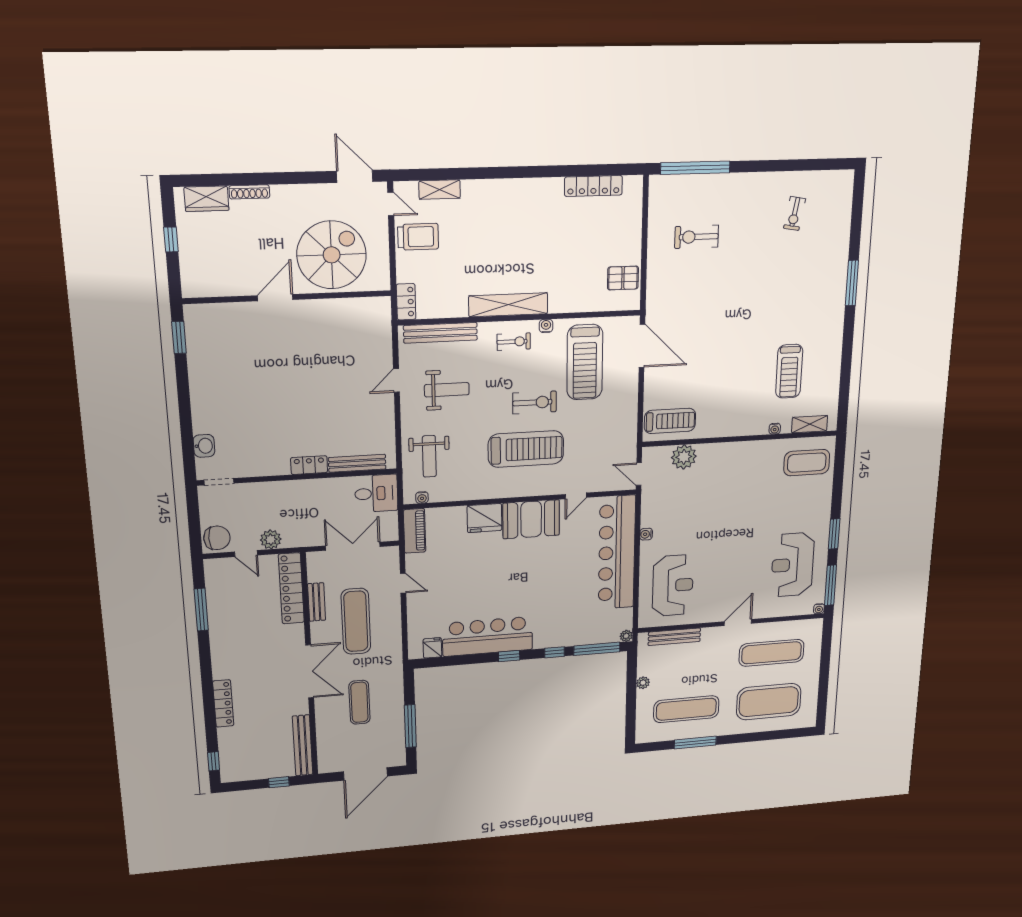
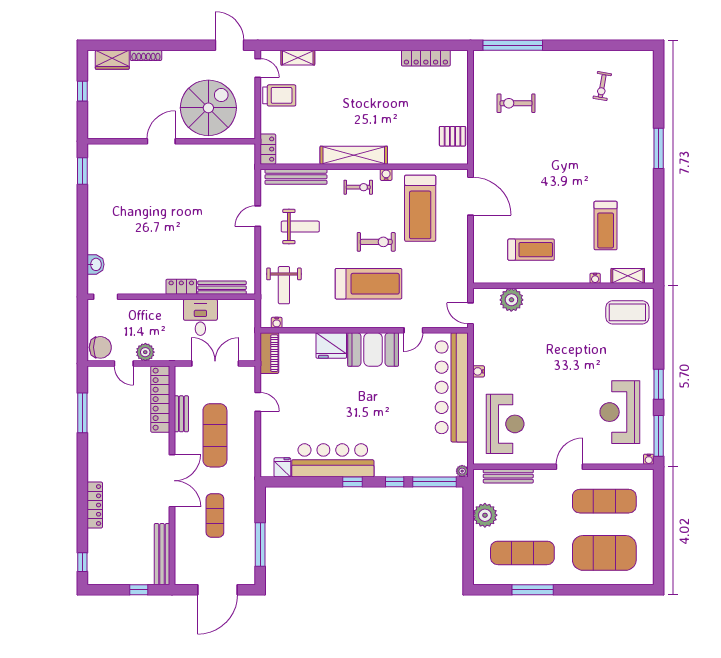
treadmill: (670, 421) -> (531, 250), moved
desk: (376, 493) -> (200, 317), moved, turned -90
plant: (643, 683) -> (485, 515), width x1.88, depth x1.88

